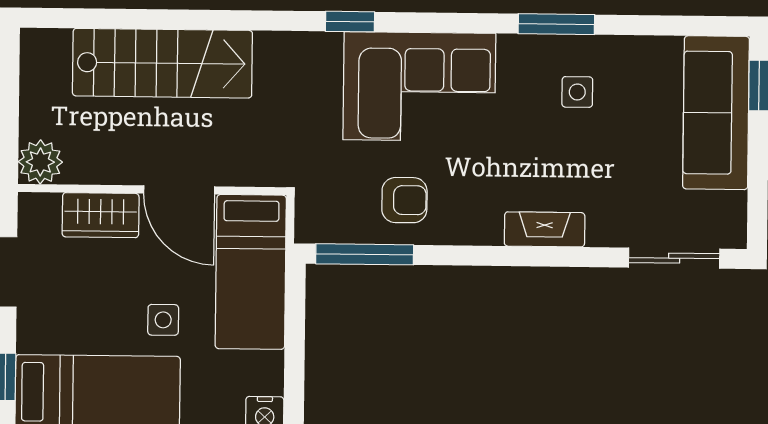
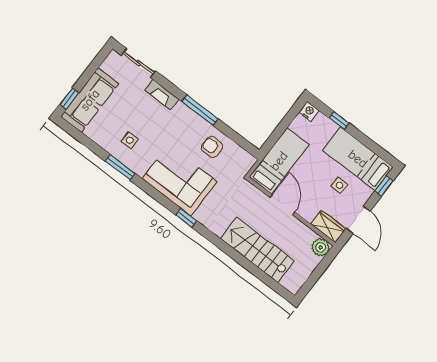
wardrobe: (101, 215) -> (328, 227), moved
fireplace: (545, 229) -> (162, 95), moved
window: (365, 254) -> (200, 110), moved
side table: (163, 320) -> (340, 185), moved

